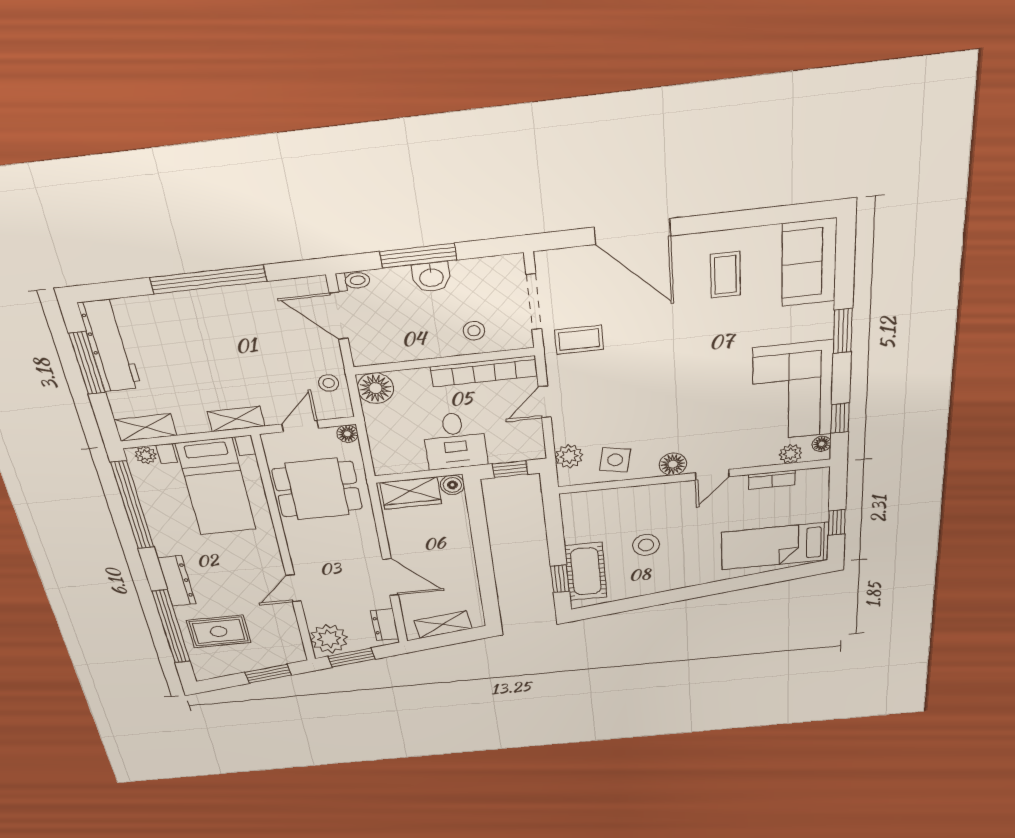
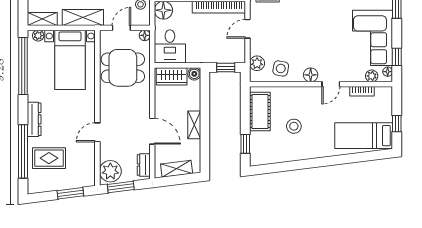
shelving: (236, 419) -> (83, 18), width x1.50, depth x1.33
desk: (455, 441) -> (170, 46), moved
shelving: (464, 561) -> (194, 125), added
cot: (586, 571) -> (260, 111), moved

